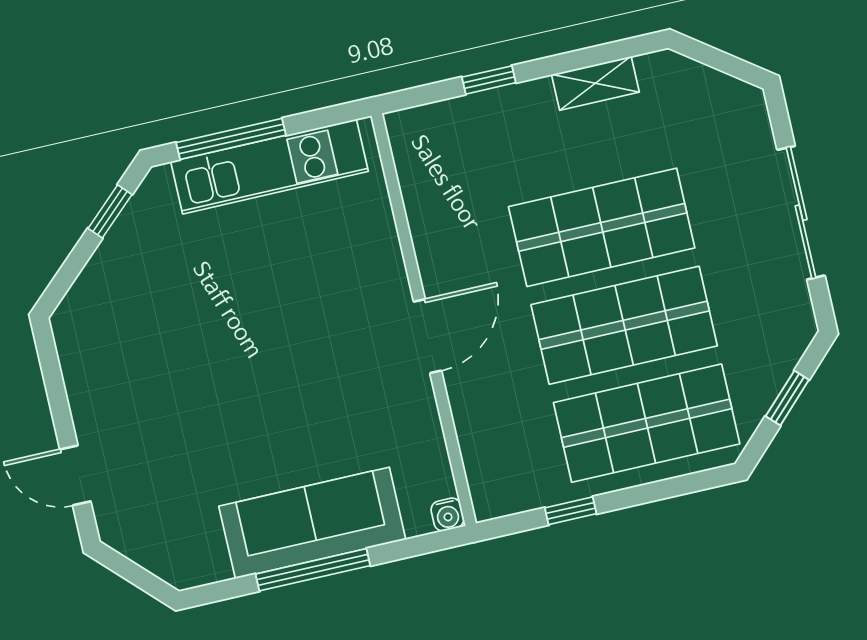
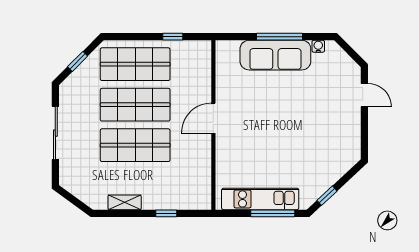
water cooler: (447, 515) -> (318, 46), moved

